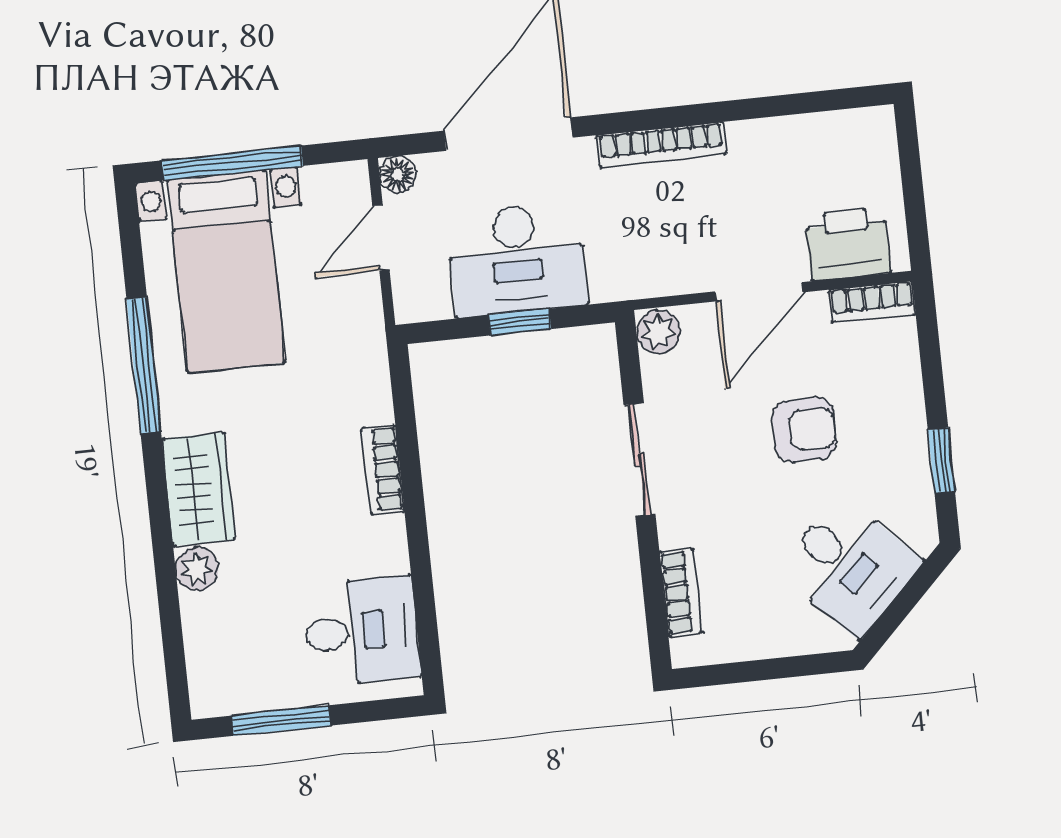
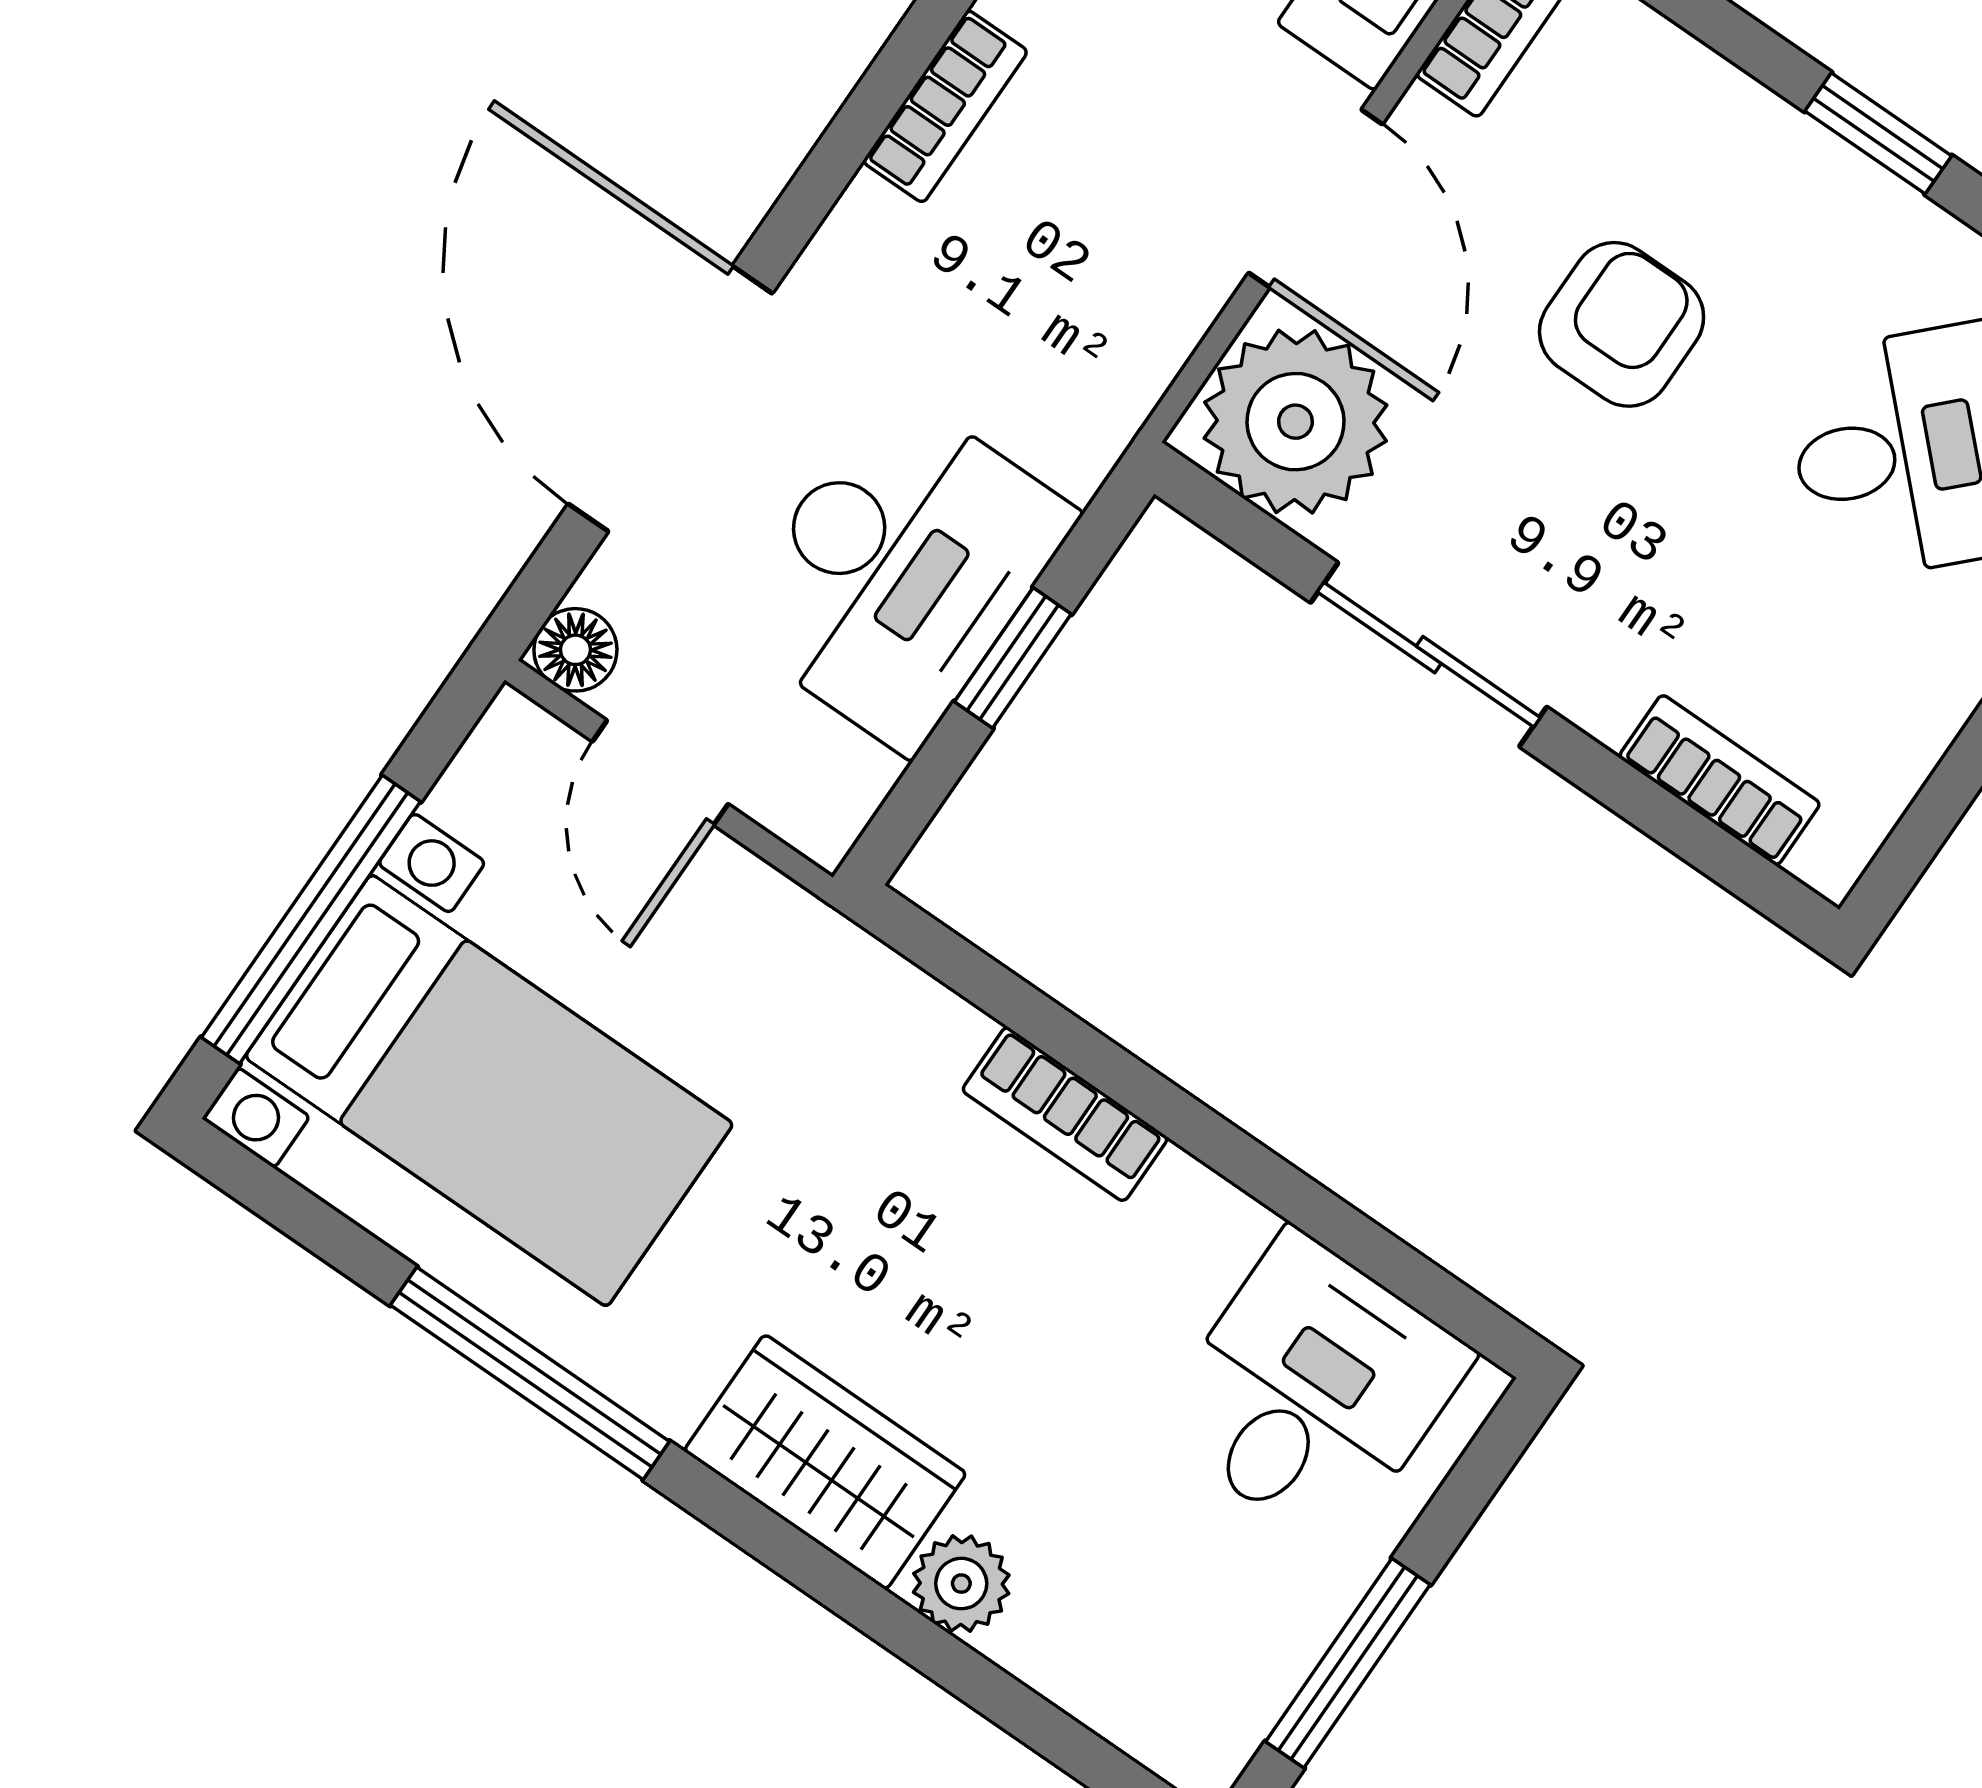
bookcase: (661, 145) -> (945, 106), width x0.64
plant: (658, 332) -> (1295, 422), width x1.88, depth x1.88

